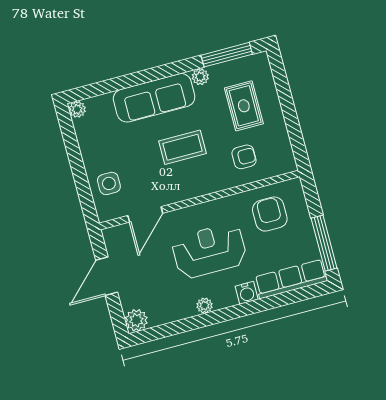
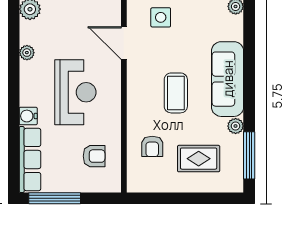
armchair: (270, 214) -> (94, 156), width x0.72, depth x0.72
plant: (205, 306) -> (27, 53), moved

